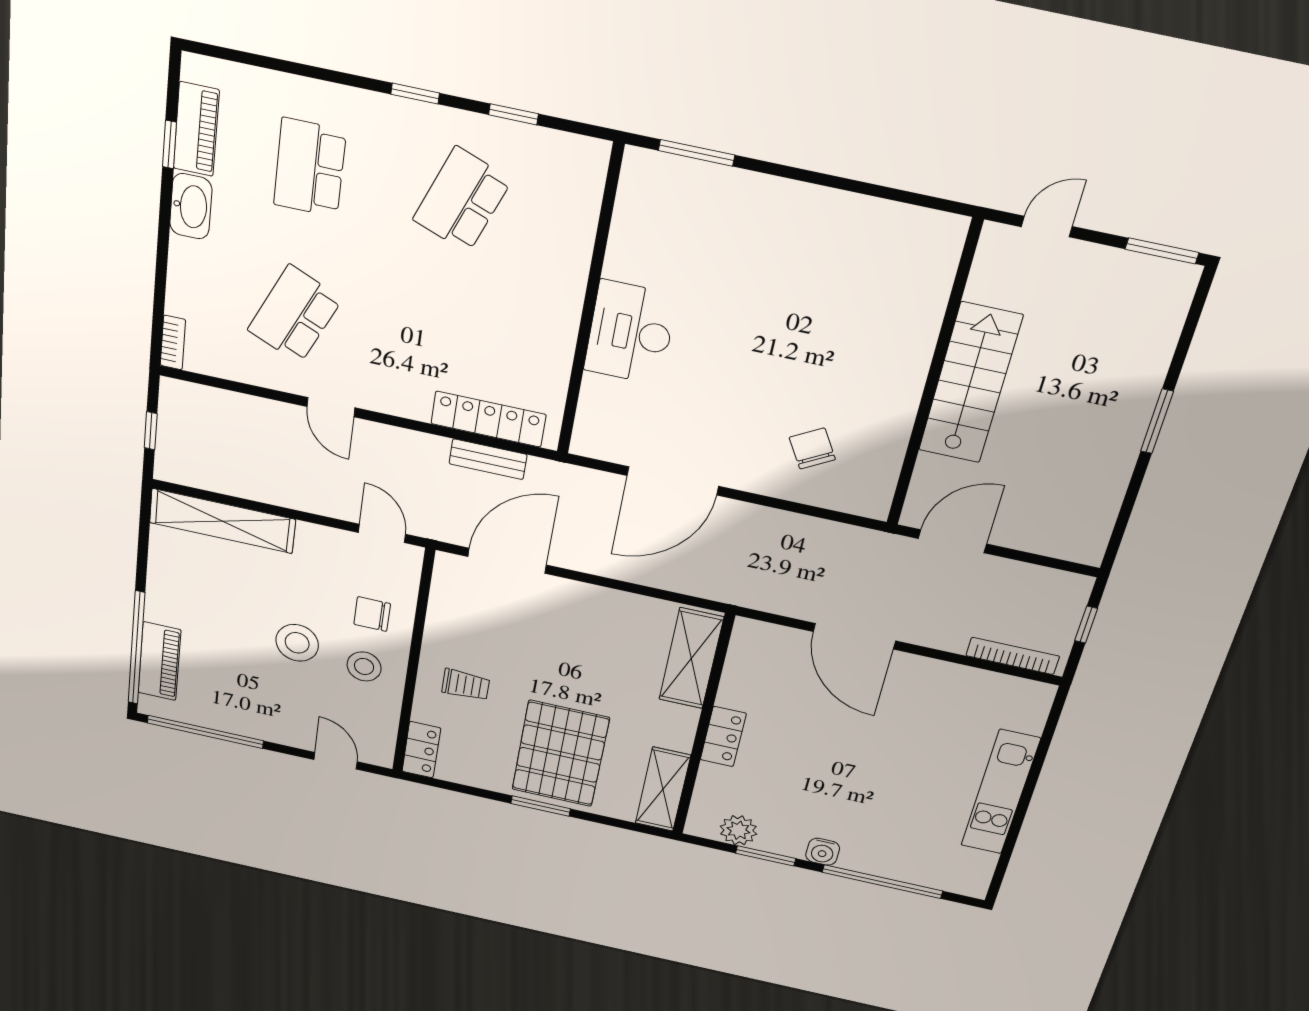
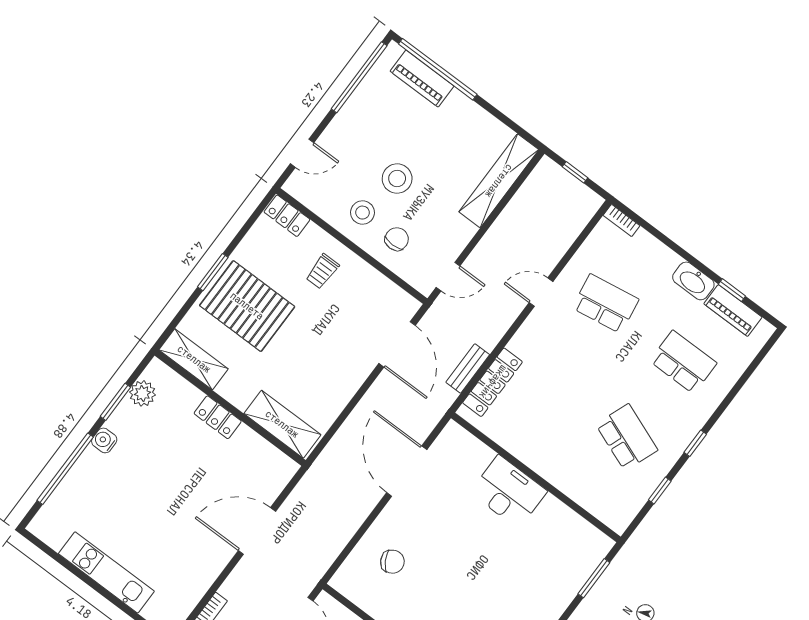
school desk: (295, 314) -> (605, 304), turned -33

